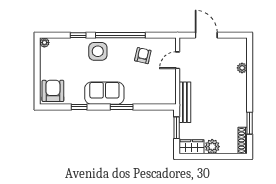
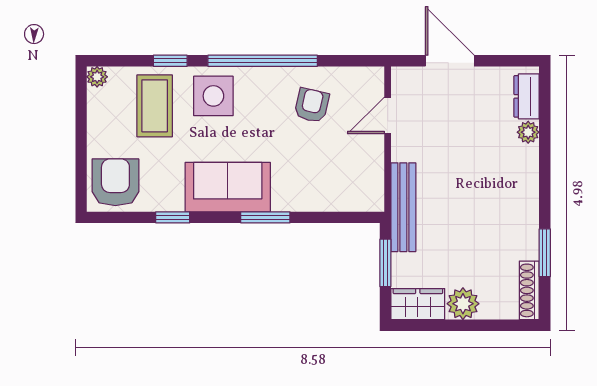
dresser: (241, 52) -> (527, 96), added
coffee table: (71, 56) -> (155, 106), added

